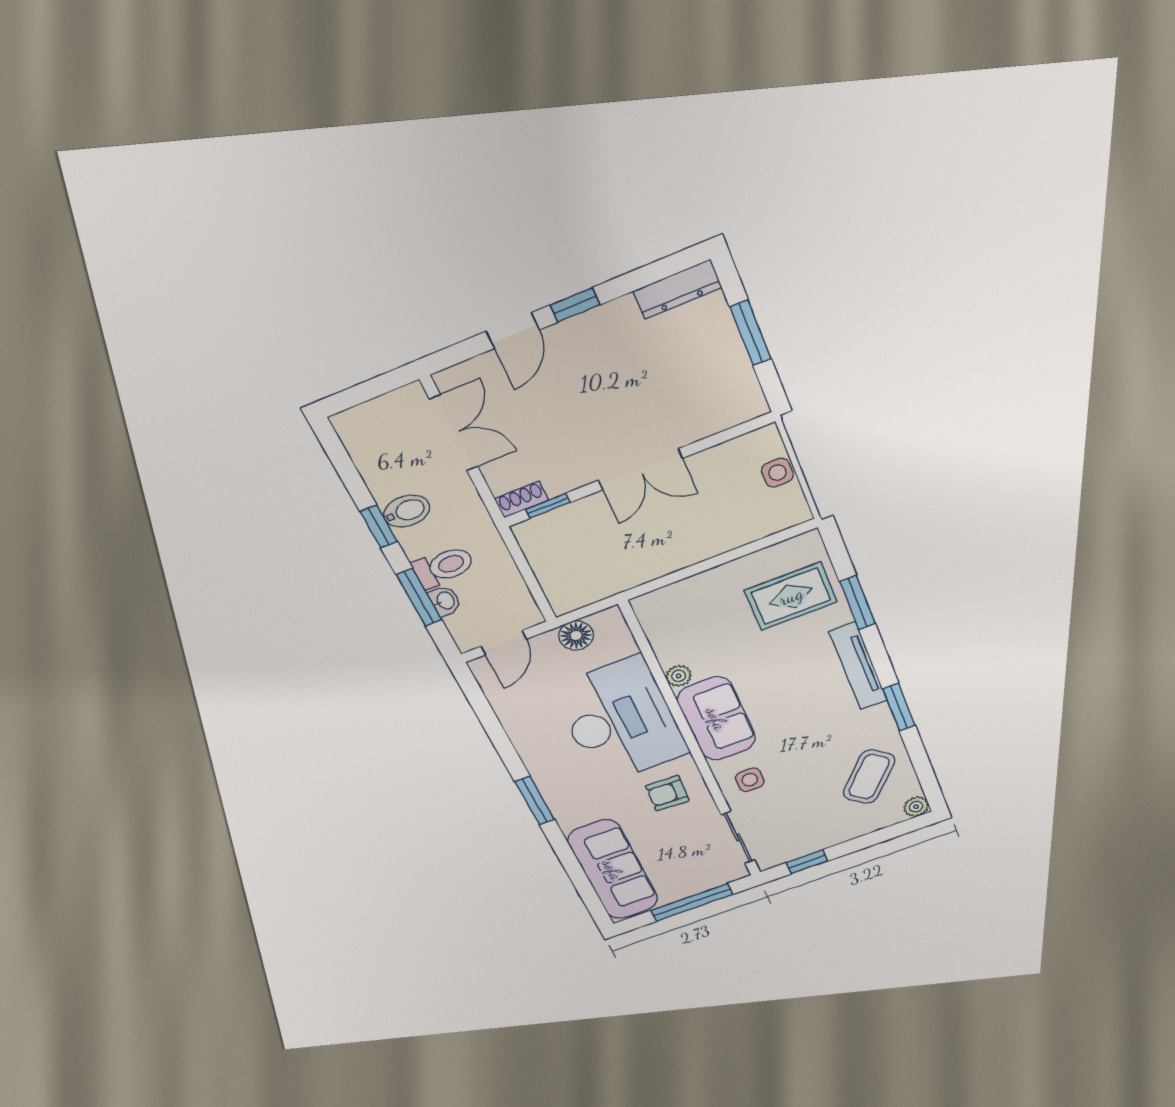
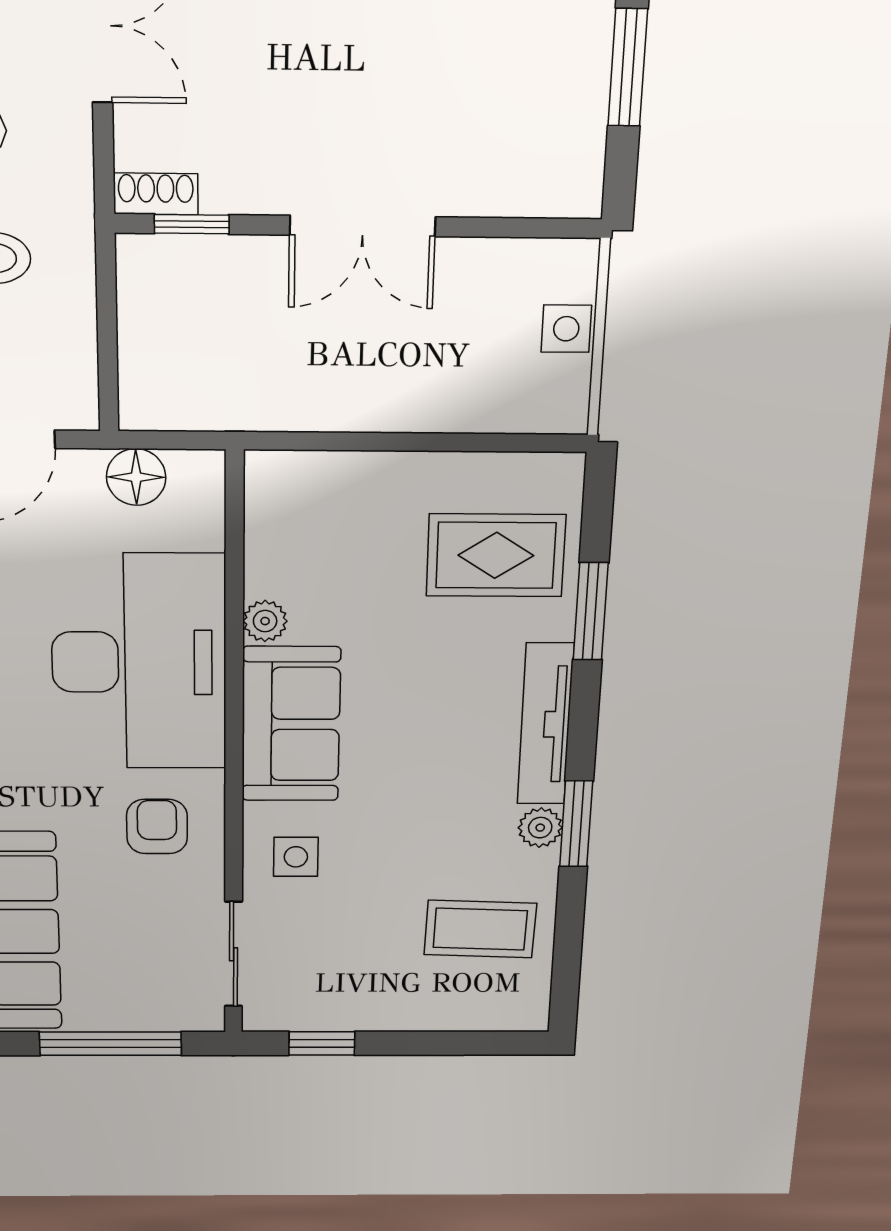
coffee table: (869, 777) -> (480, 929), turned 52
armchair: (667, 793) -> (157, 827), turned 87
plant: (916, 807) -> (540, 828), moved

